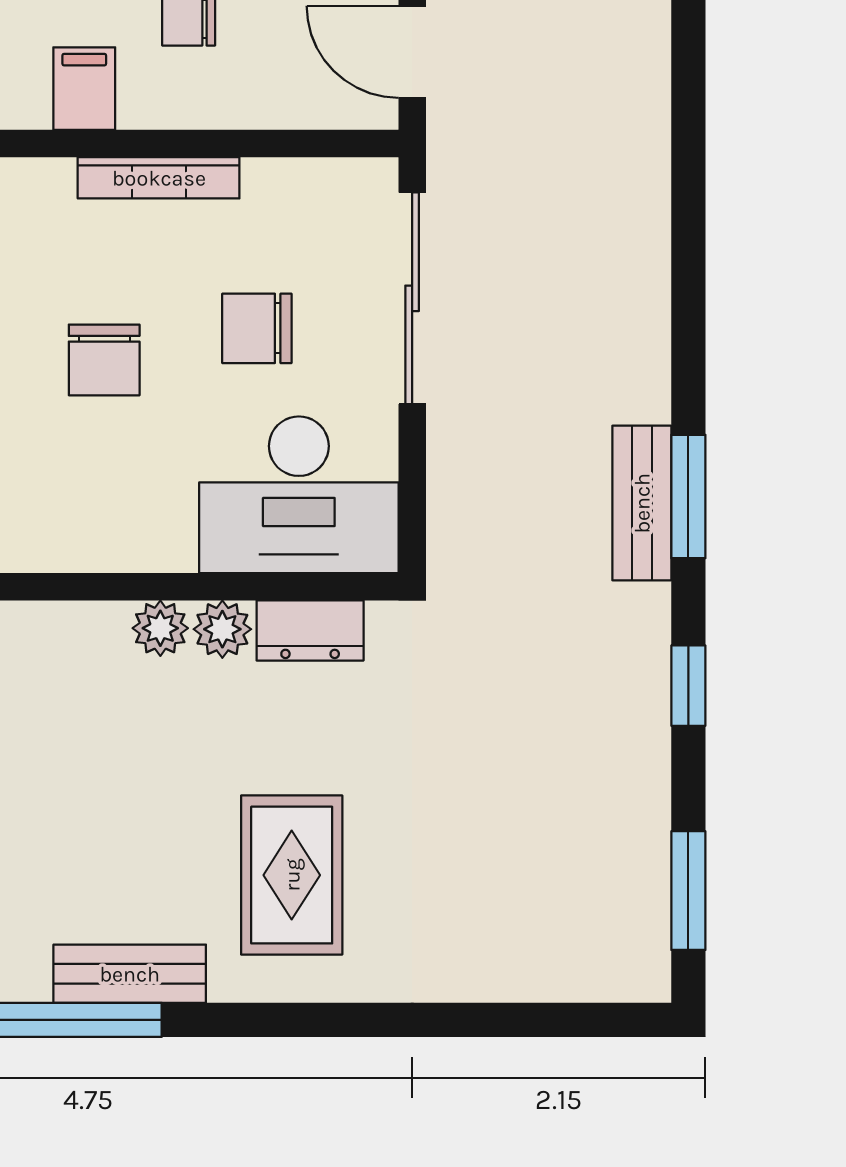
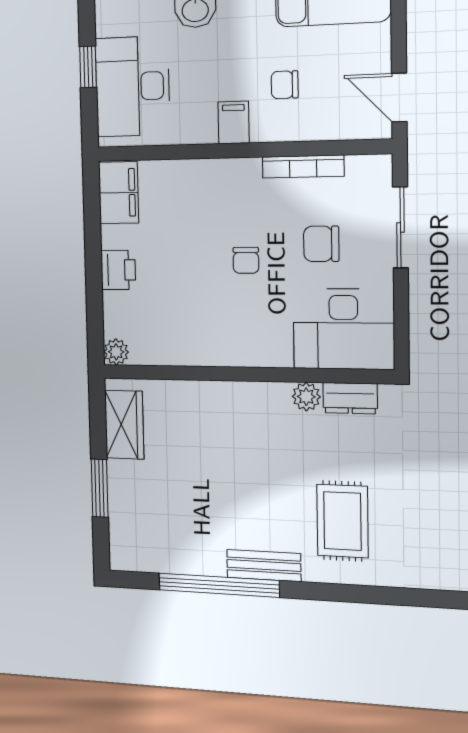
bookcase: (159, 178) -> (303, 166), moved
sliding door: (412, 298) -> (400, 227), width x0.73
chair: (104, 360) -> (246, 260), width x0.73, depth x0.73
plant: (160, 628) -> (276, 395), removed

